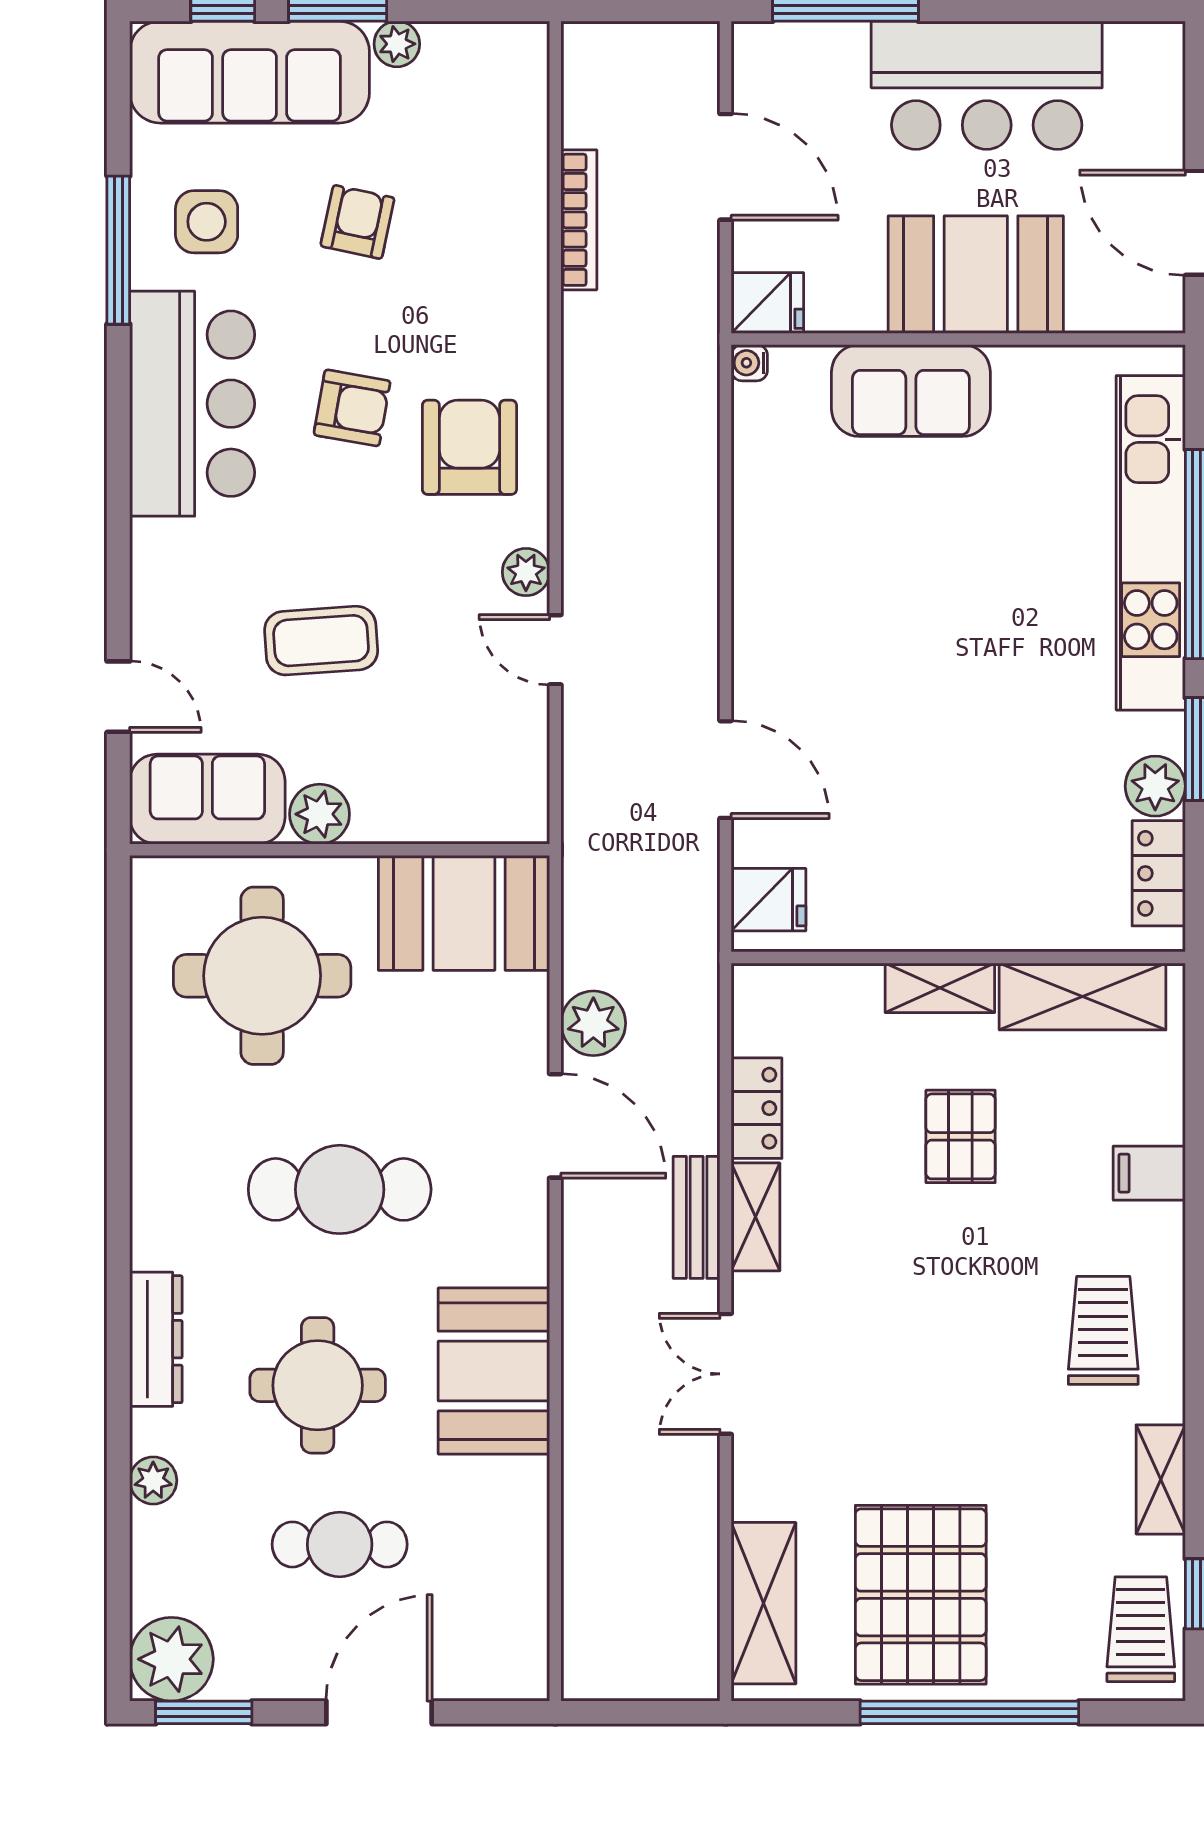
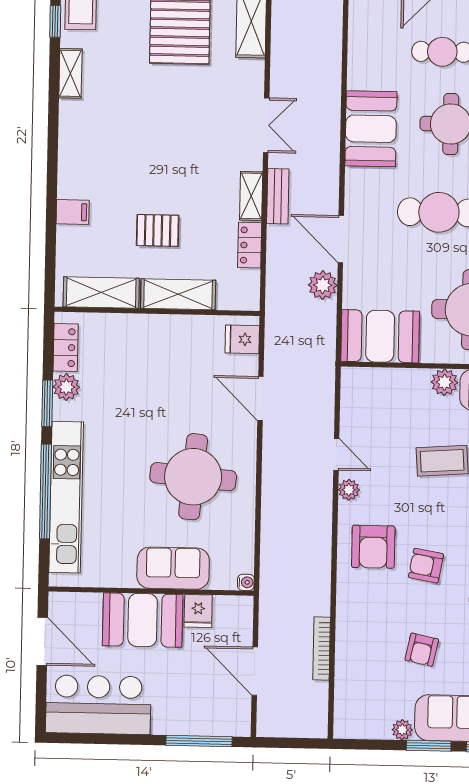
bar counter: (987, 85) -> (98, 705), moved
fridge: (767, 303) -> (198, 611), moved, turned -90
round table: (871, 594) -> (193, 477), added
shelving: (940, 988) -> (178, 294), width x1.50, depth x1.33
pallet: (961, 1136) -> (158, 230), turned 90
trolley: (1103, 1330) -> (95, 141), removed

